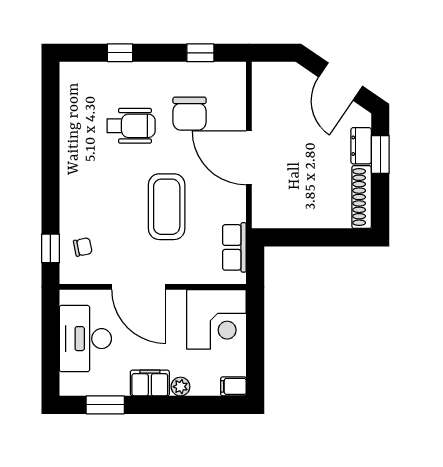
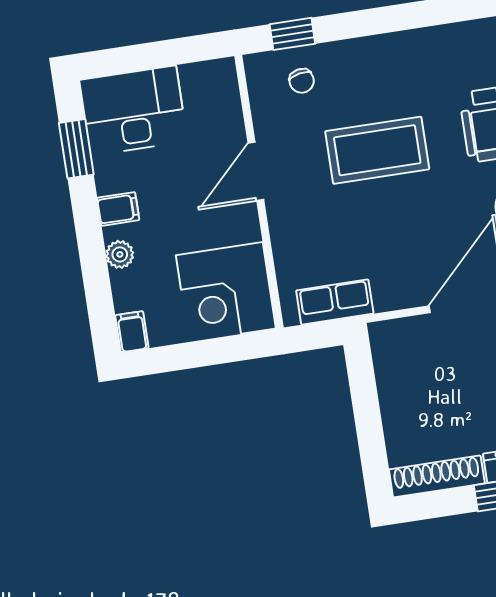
coffee table: (167, 207) -> (377, 150), moved
door: (139, 287) -> (256, 171), width x0.73
desk: (85, 339) -> (133, 110), moved
filing cabinet: (150, 383) -> (118, 209), width x0.50

